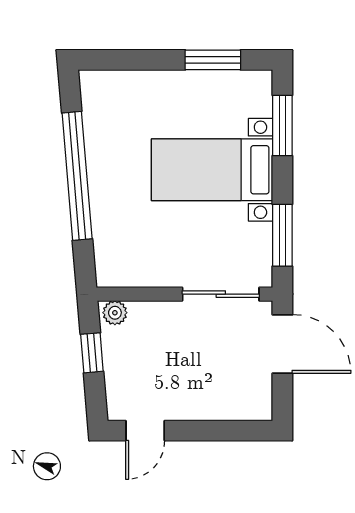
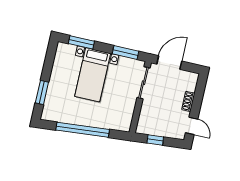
window: (213, 60) -> (42, 93), moved
plant: (115, 313) -> (141, 127), removed
shoe rack: (201, 410) -> (188, 101), added

